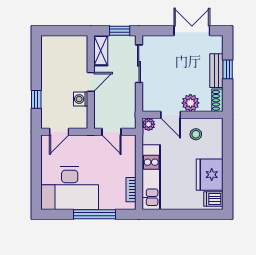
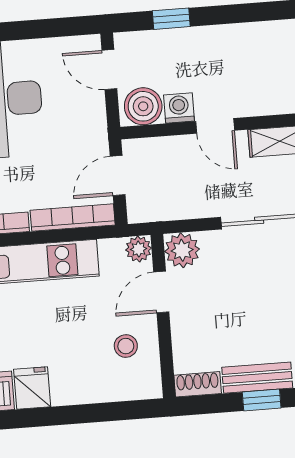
plant: (190, 103) -> (182, 250), moved
boiler: (78, 117) -> (143, 106), added
bookcase: (131, 156) -> (73, 218), added
fridge: (210, 175) -> (32, 388), width x0.53, depth x0.75

